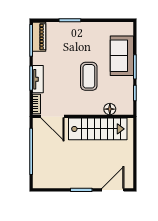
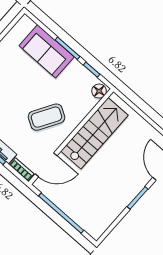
coffee table: (89, 76) -> (46, 117), moved, turned -59
floor lamp: (110, 109) -> (99, 91), moved

